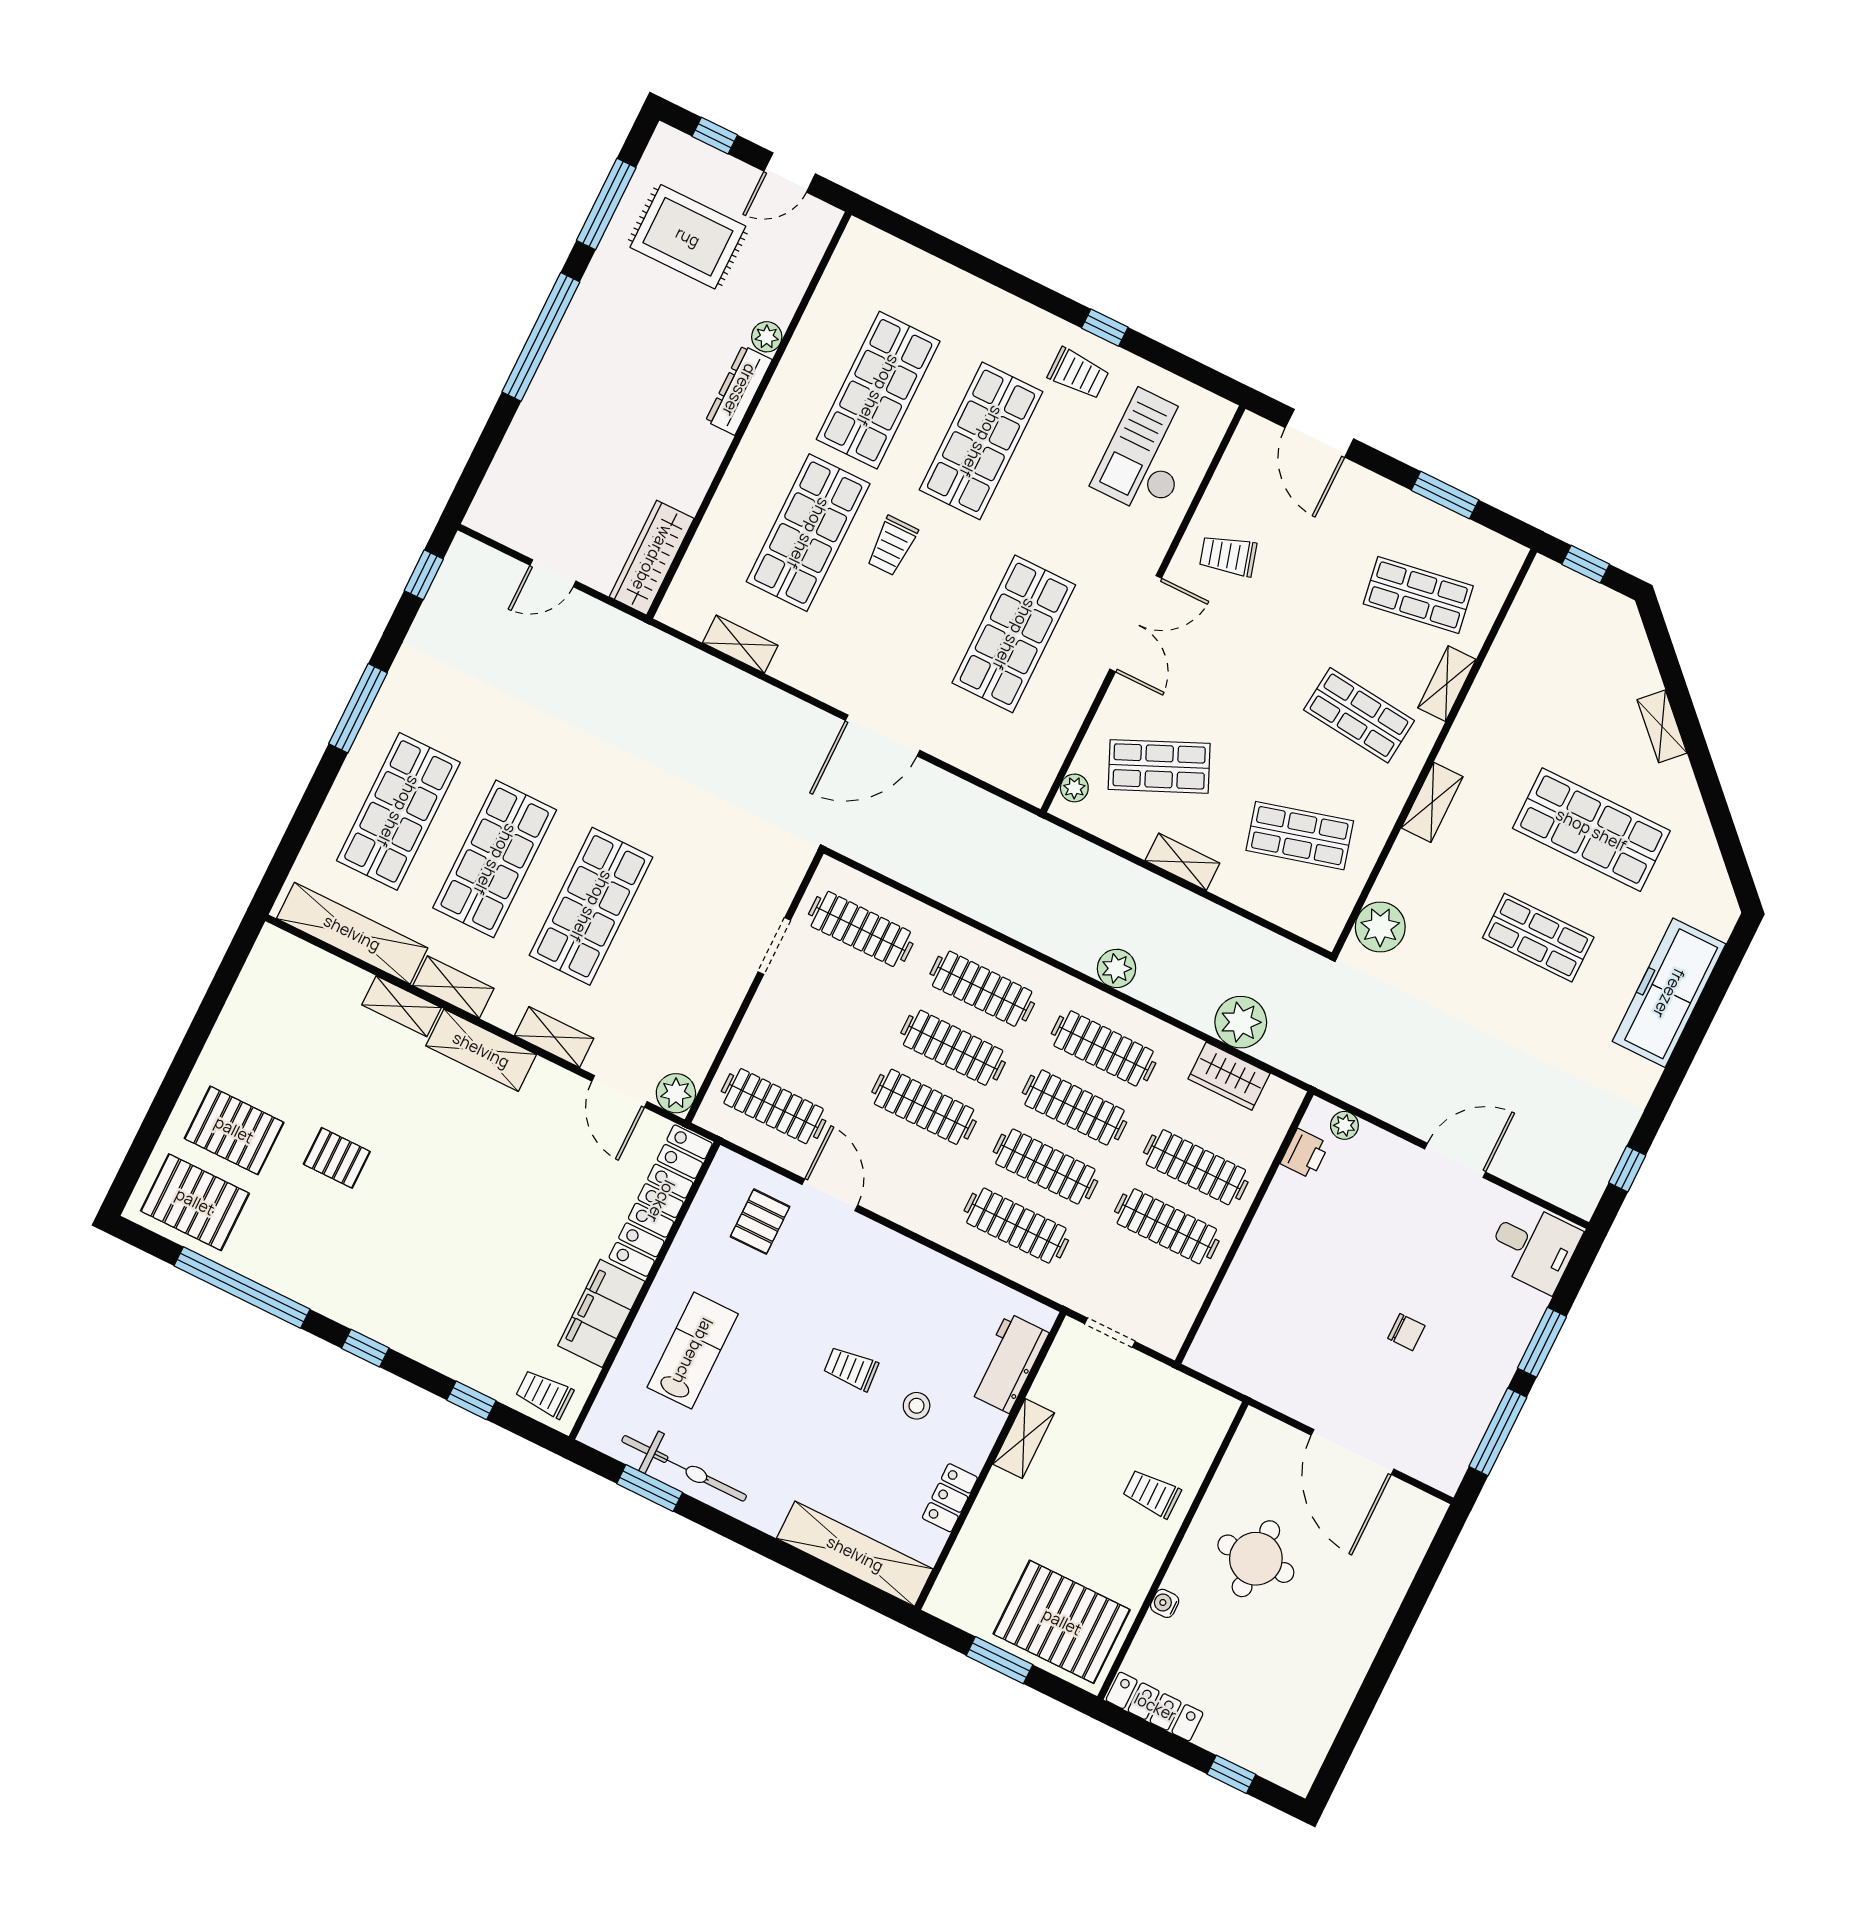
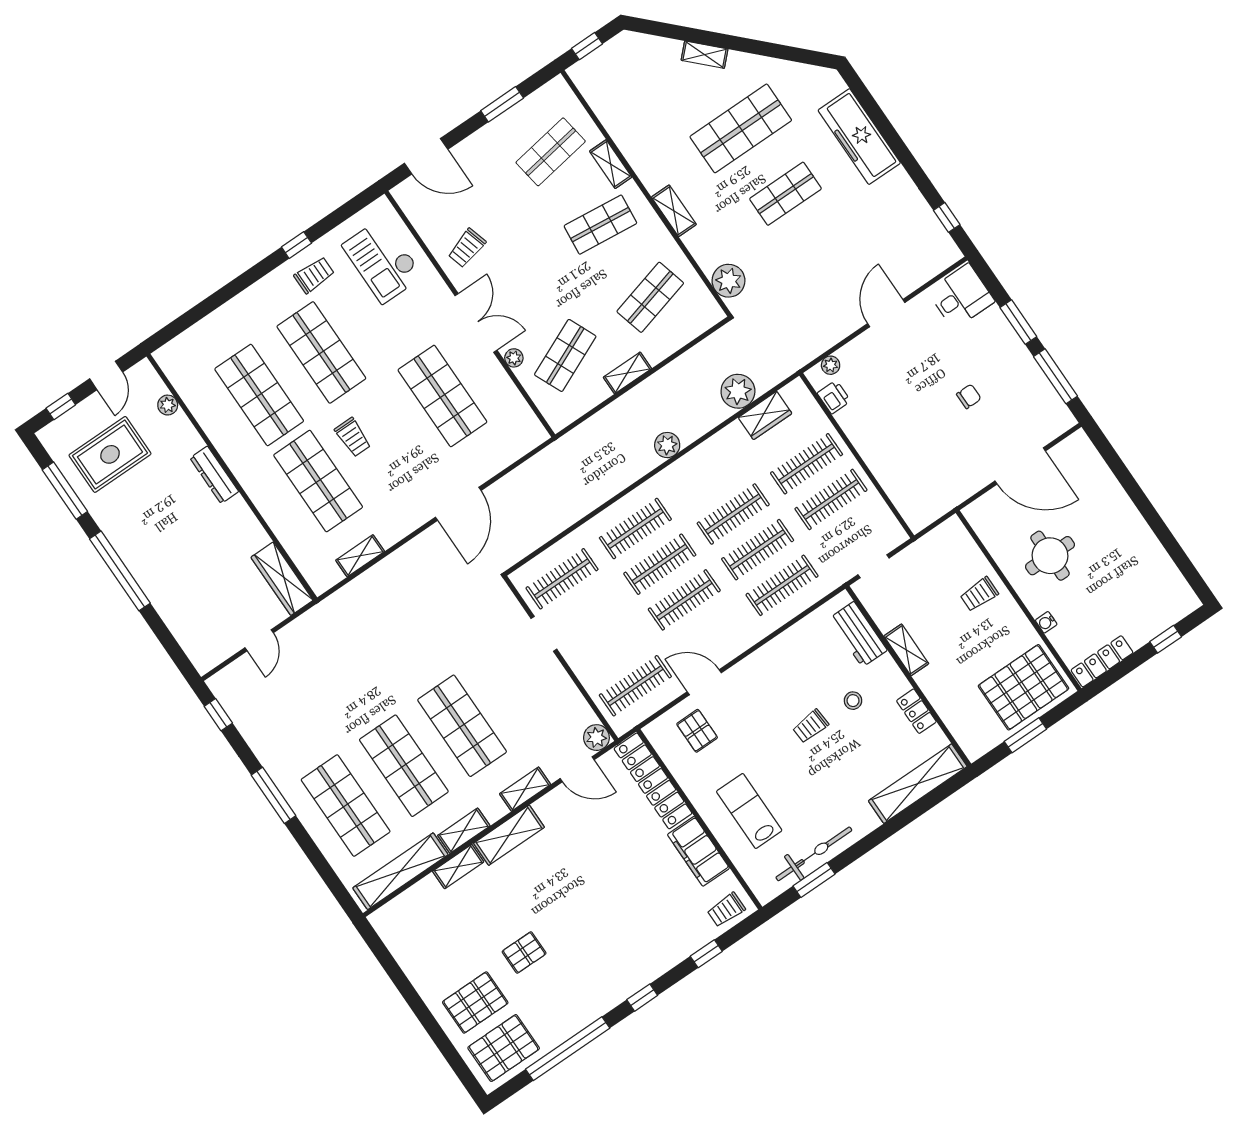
plant: (767, 337) -> (168, 405), moved
plant: (1074, 788) -> (514, 358), moved
clothes rail: (1104, 1048) -> (709, 478), removed

